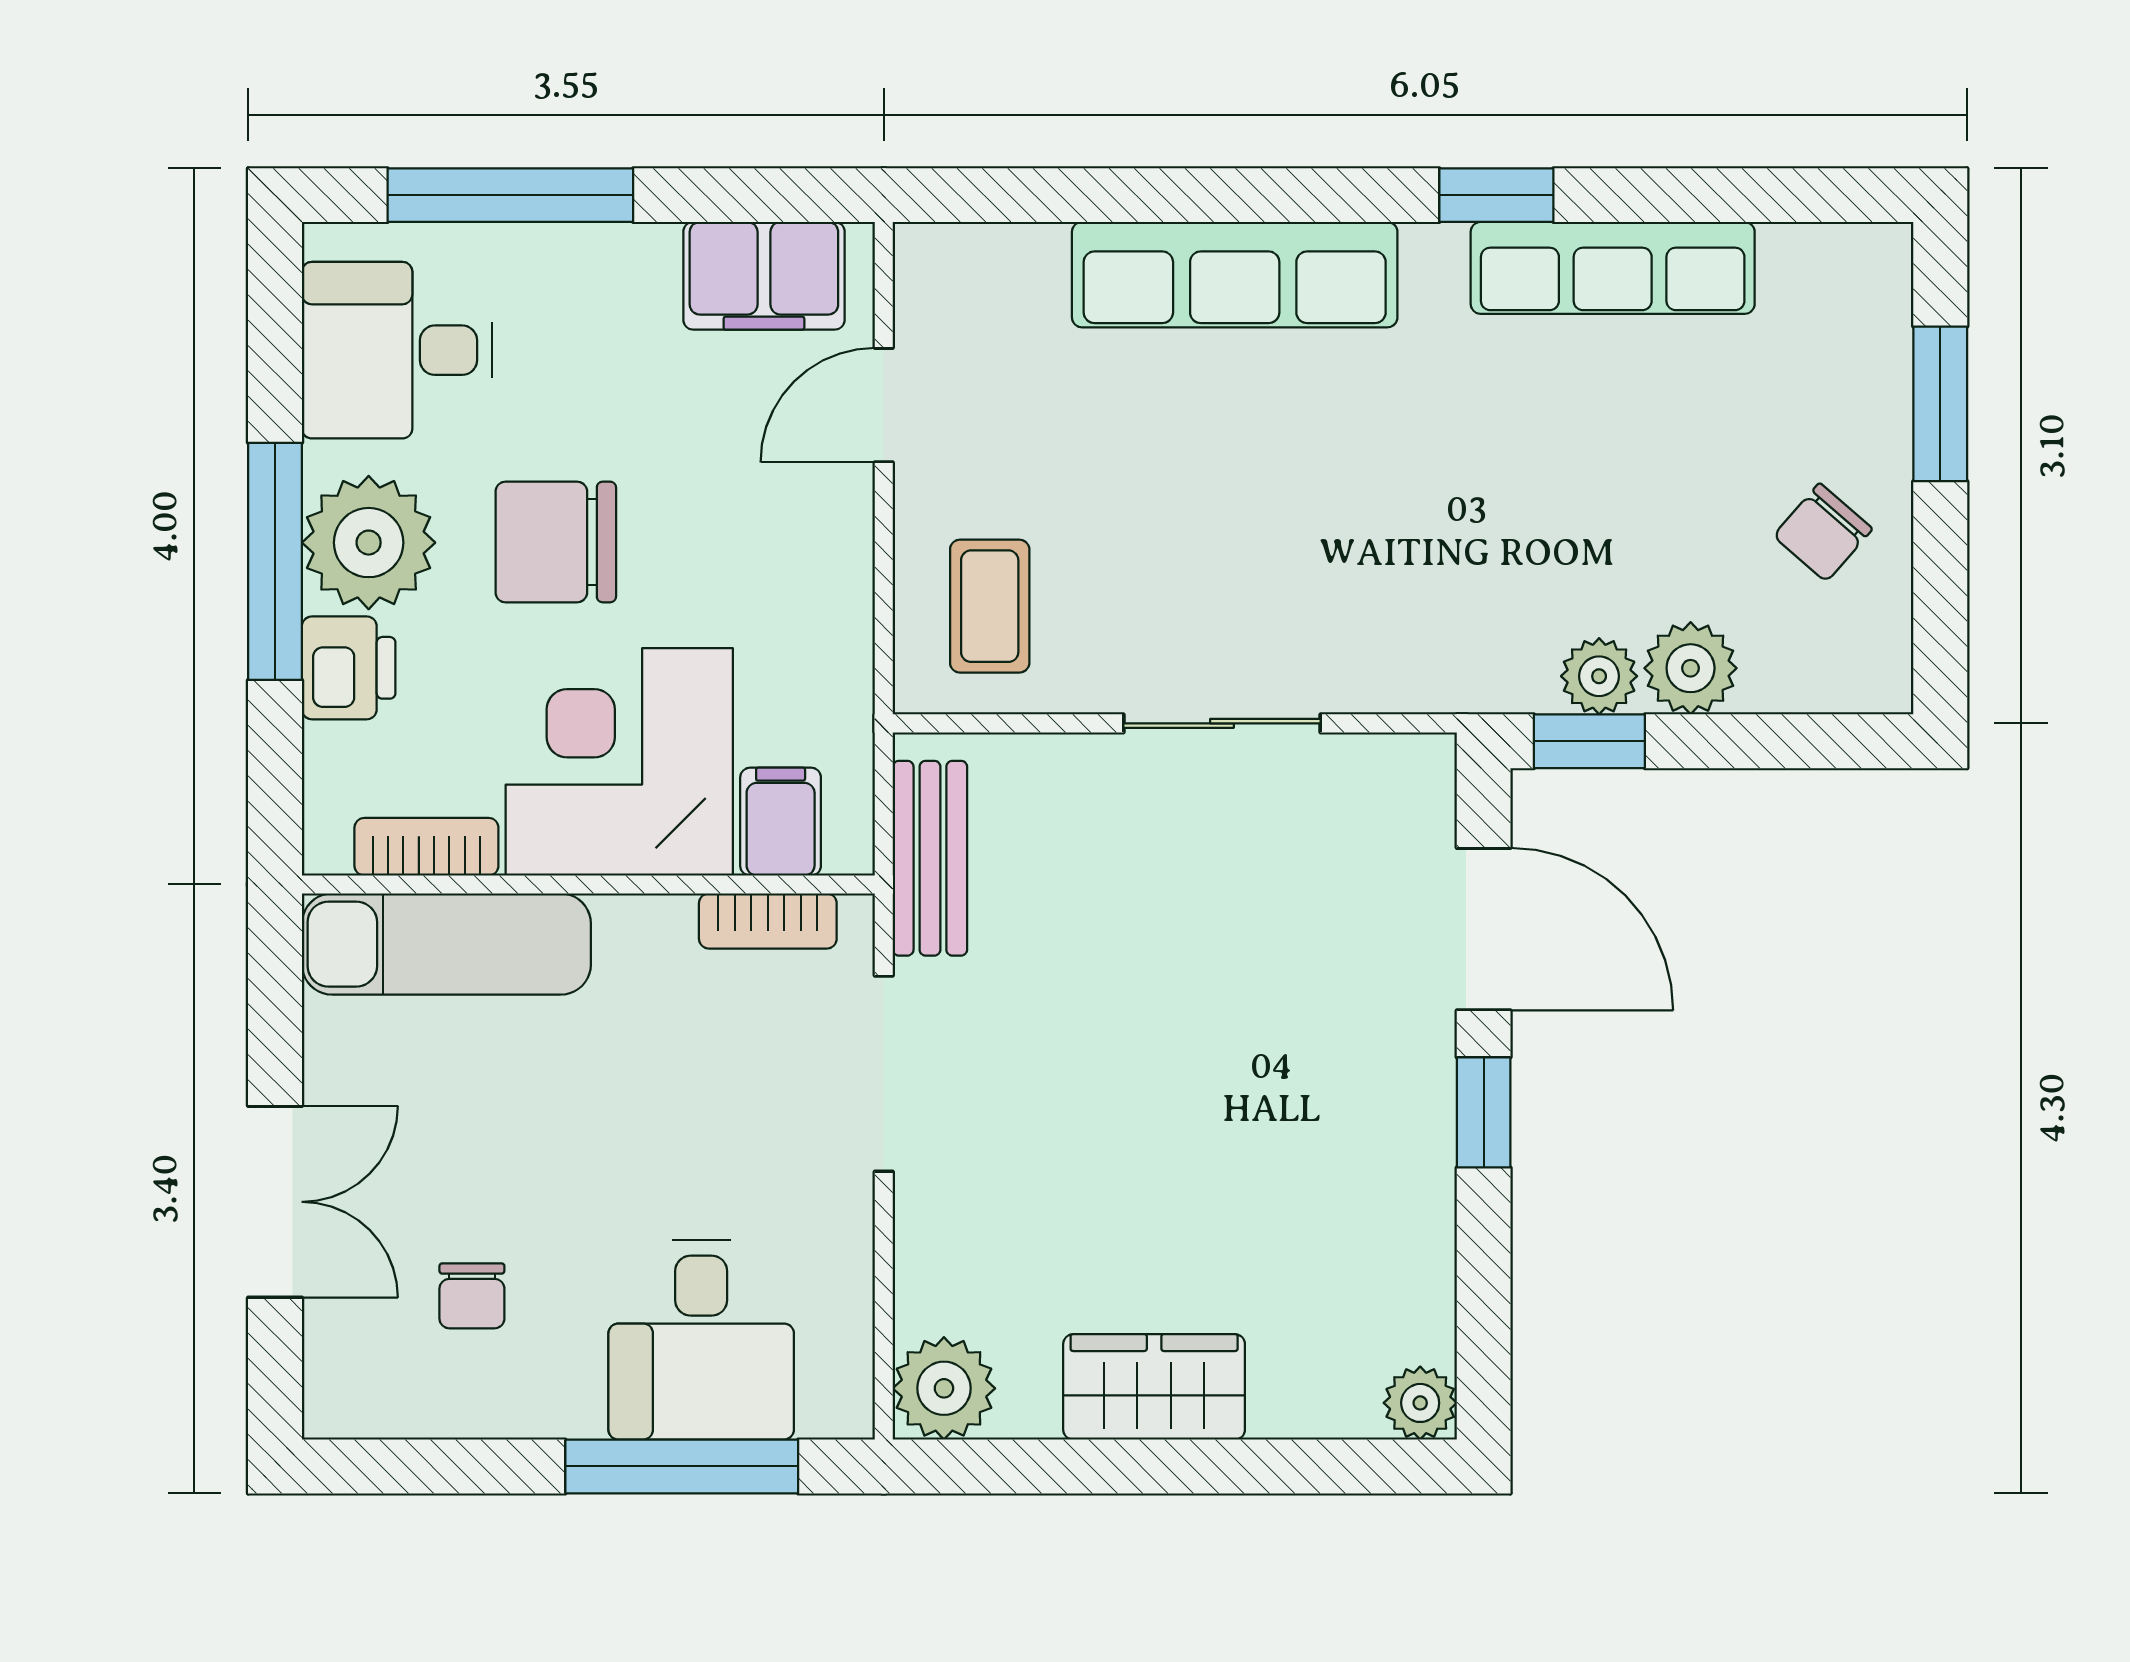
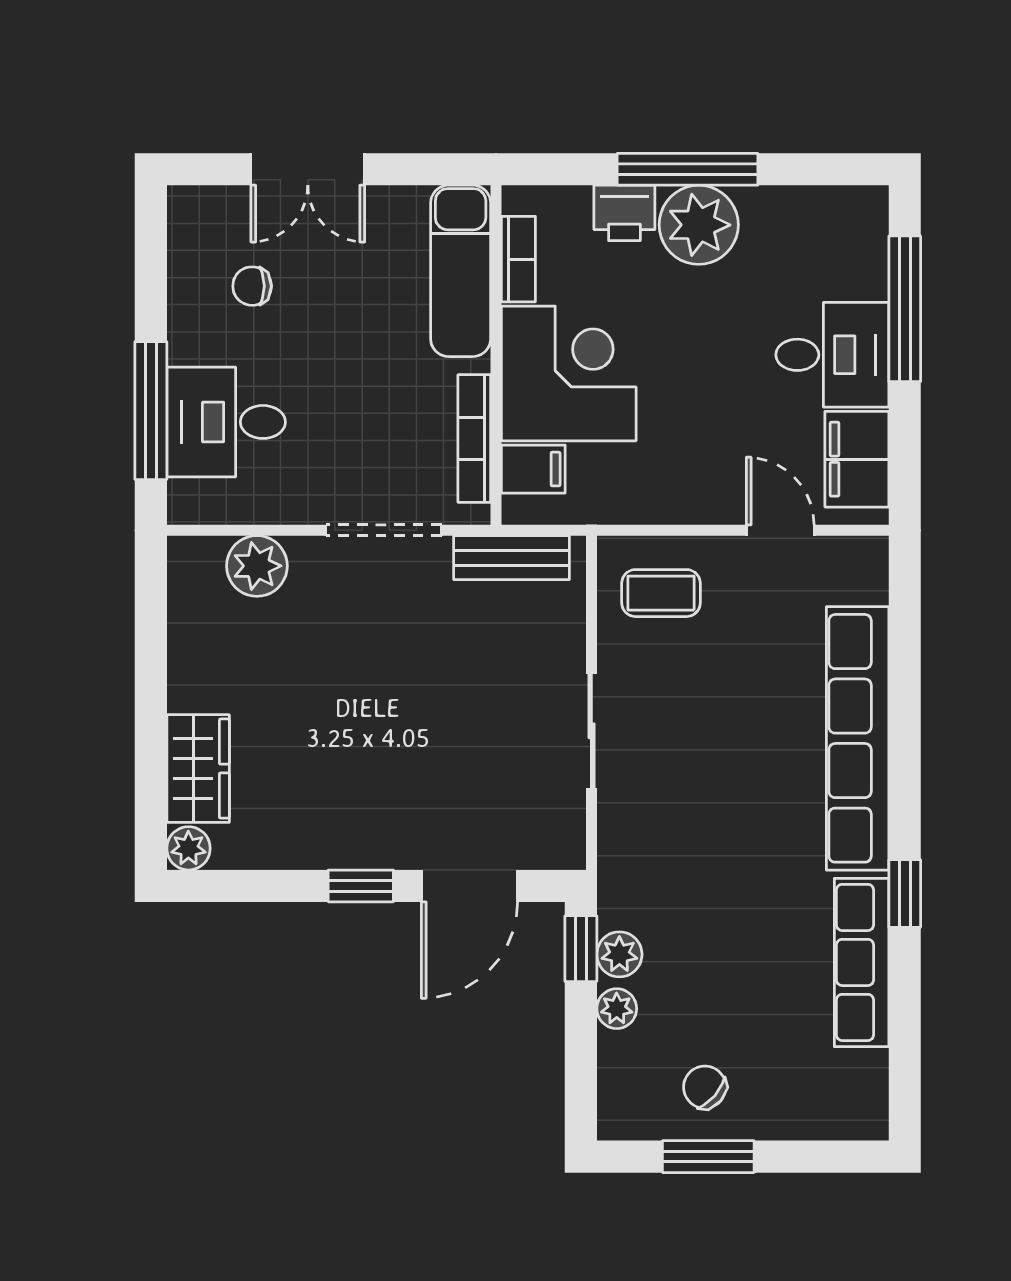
row of seats: (1235, 275) -> (858, 738), width x1.36
desk: (397, 350) -> (832, 355), moved, turned 90
window: (1940, 404) -> (708, 1157), moved
chair: (556, 542) -> (699, 336), removed
plant: (1691, 668) -> (617, 1009), width x0.73, depth x0.73
bookcase: (768, 921) -> (474, 439), width x1.56
wardrobe: (1154, 1387) -> (198, 769), moved
plant: (944, 1388) -> (257, 566), moved

